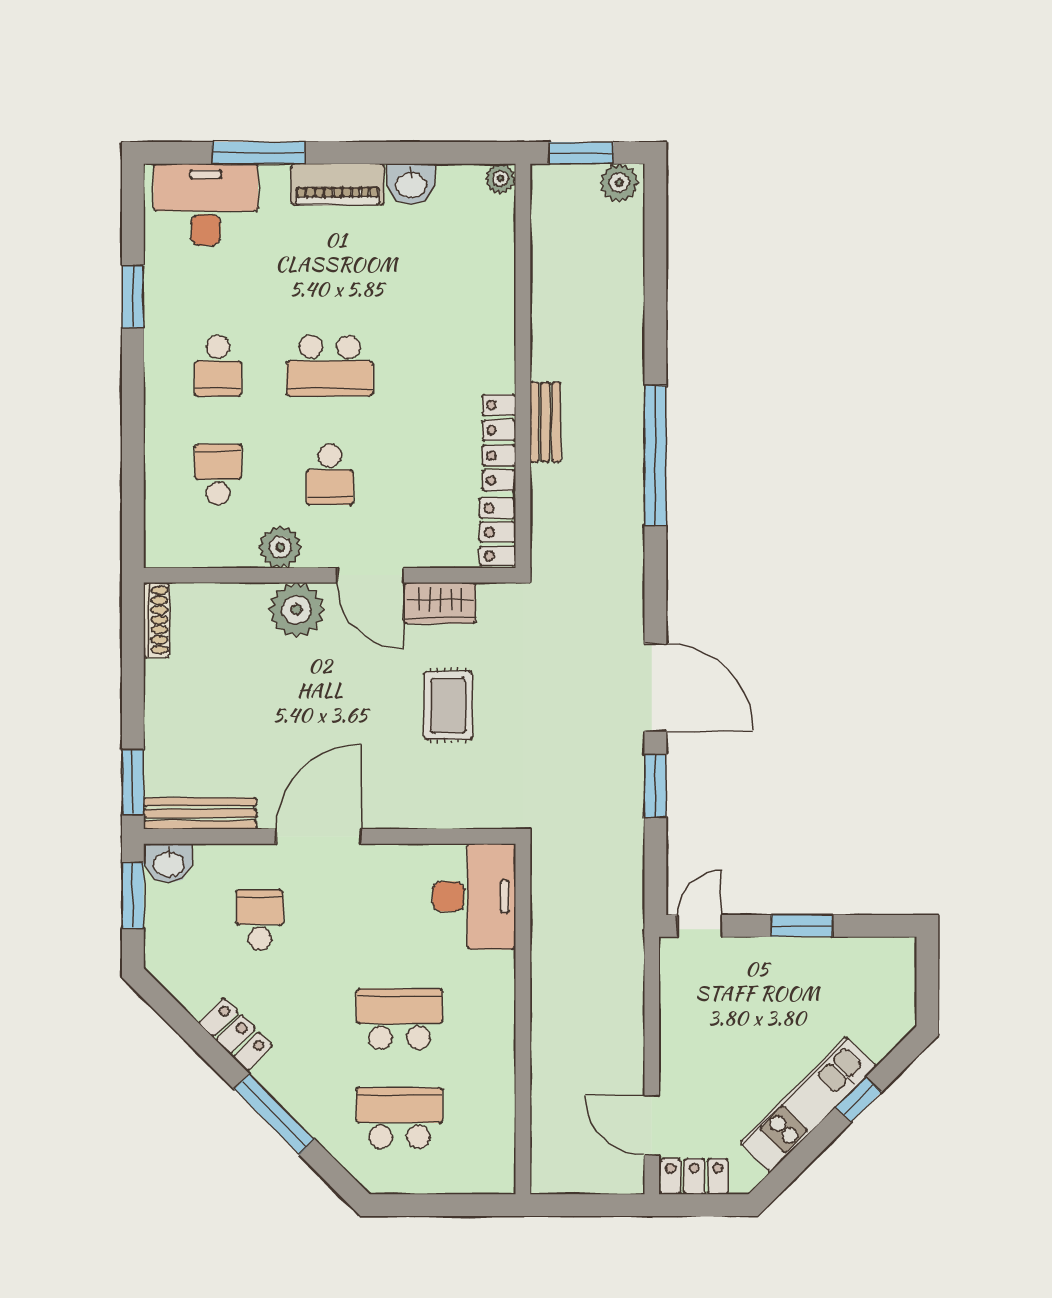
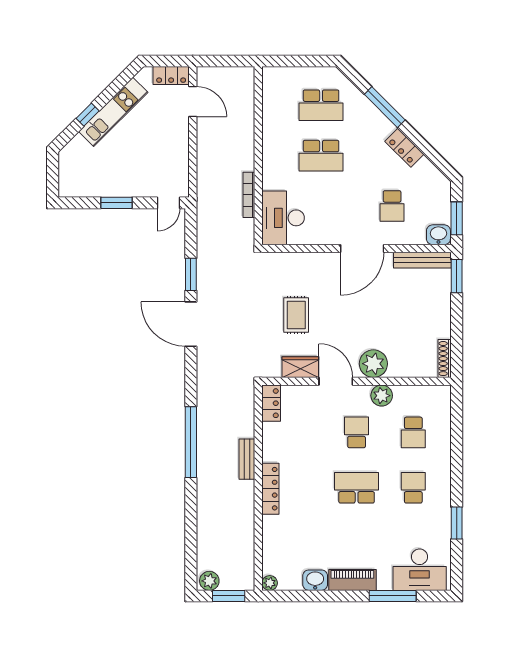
locker: (499, 443) -> (270, 489), moved
bookcase: (541, 942) -> (249, 195), added

